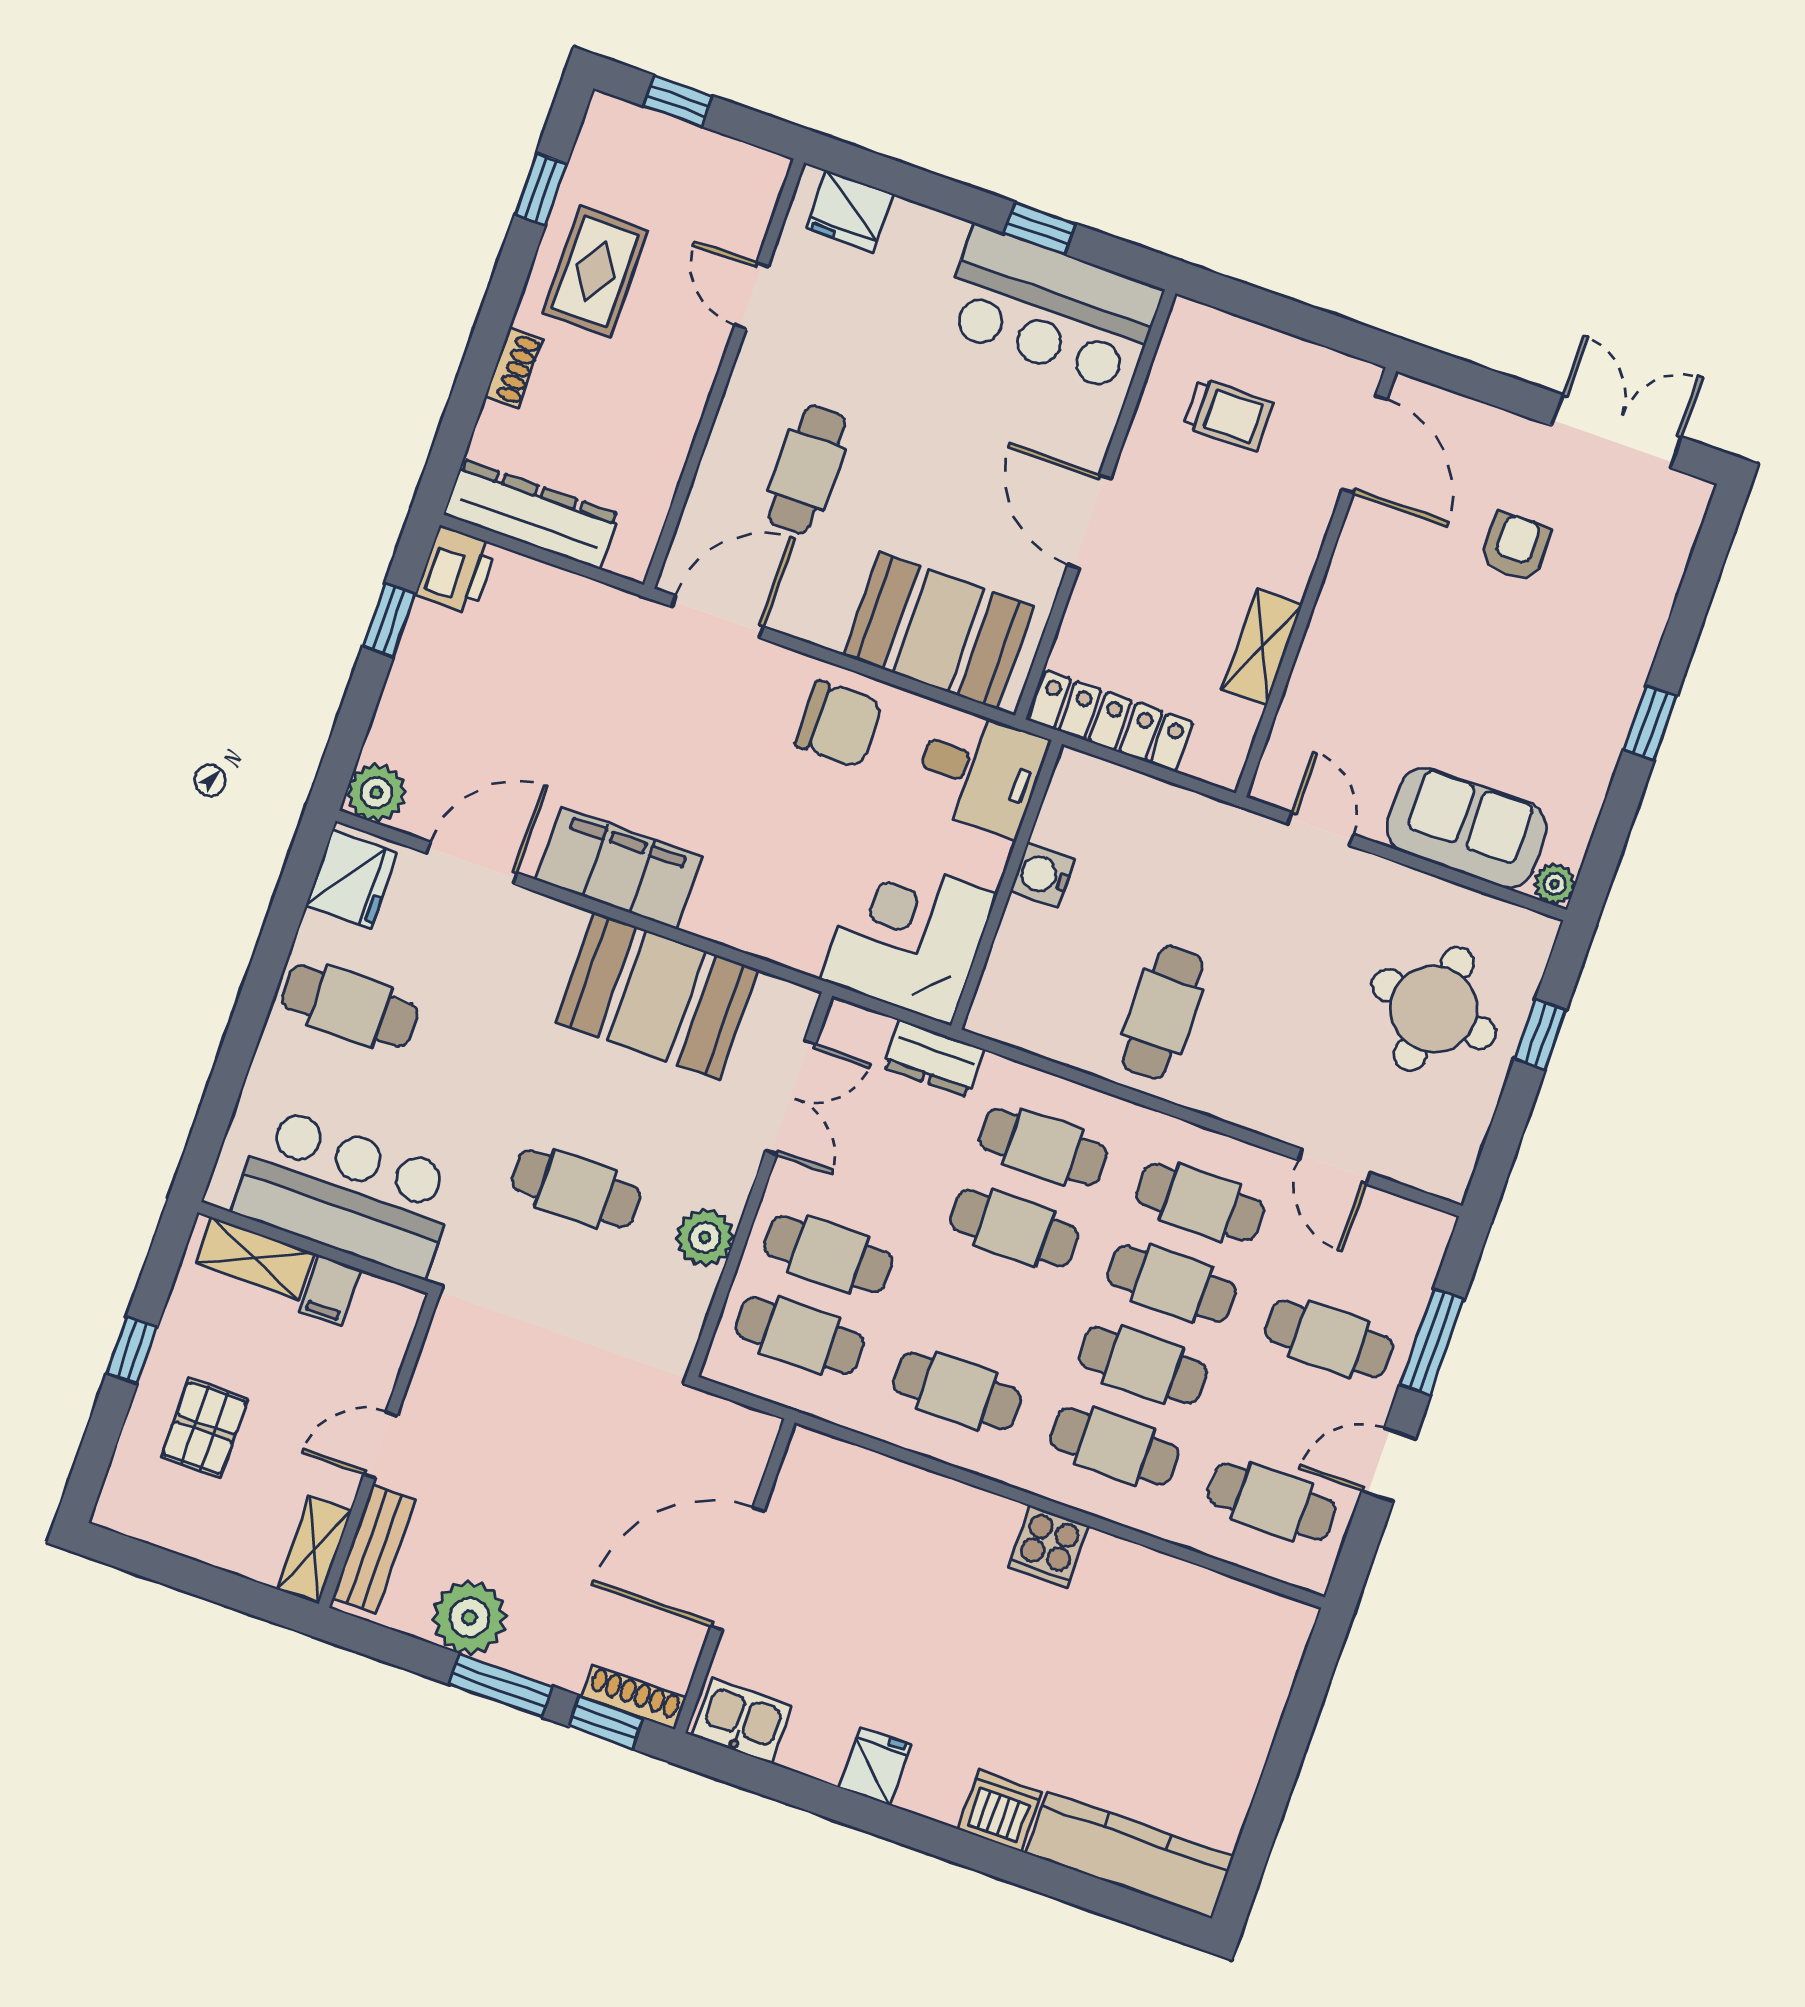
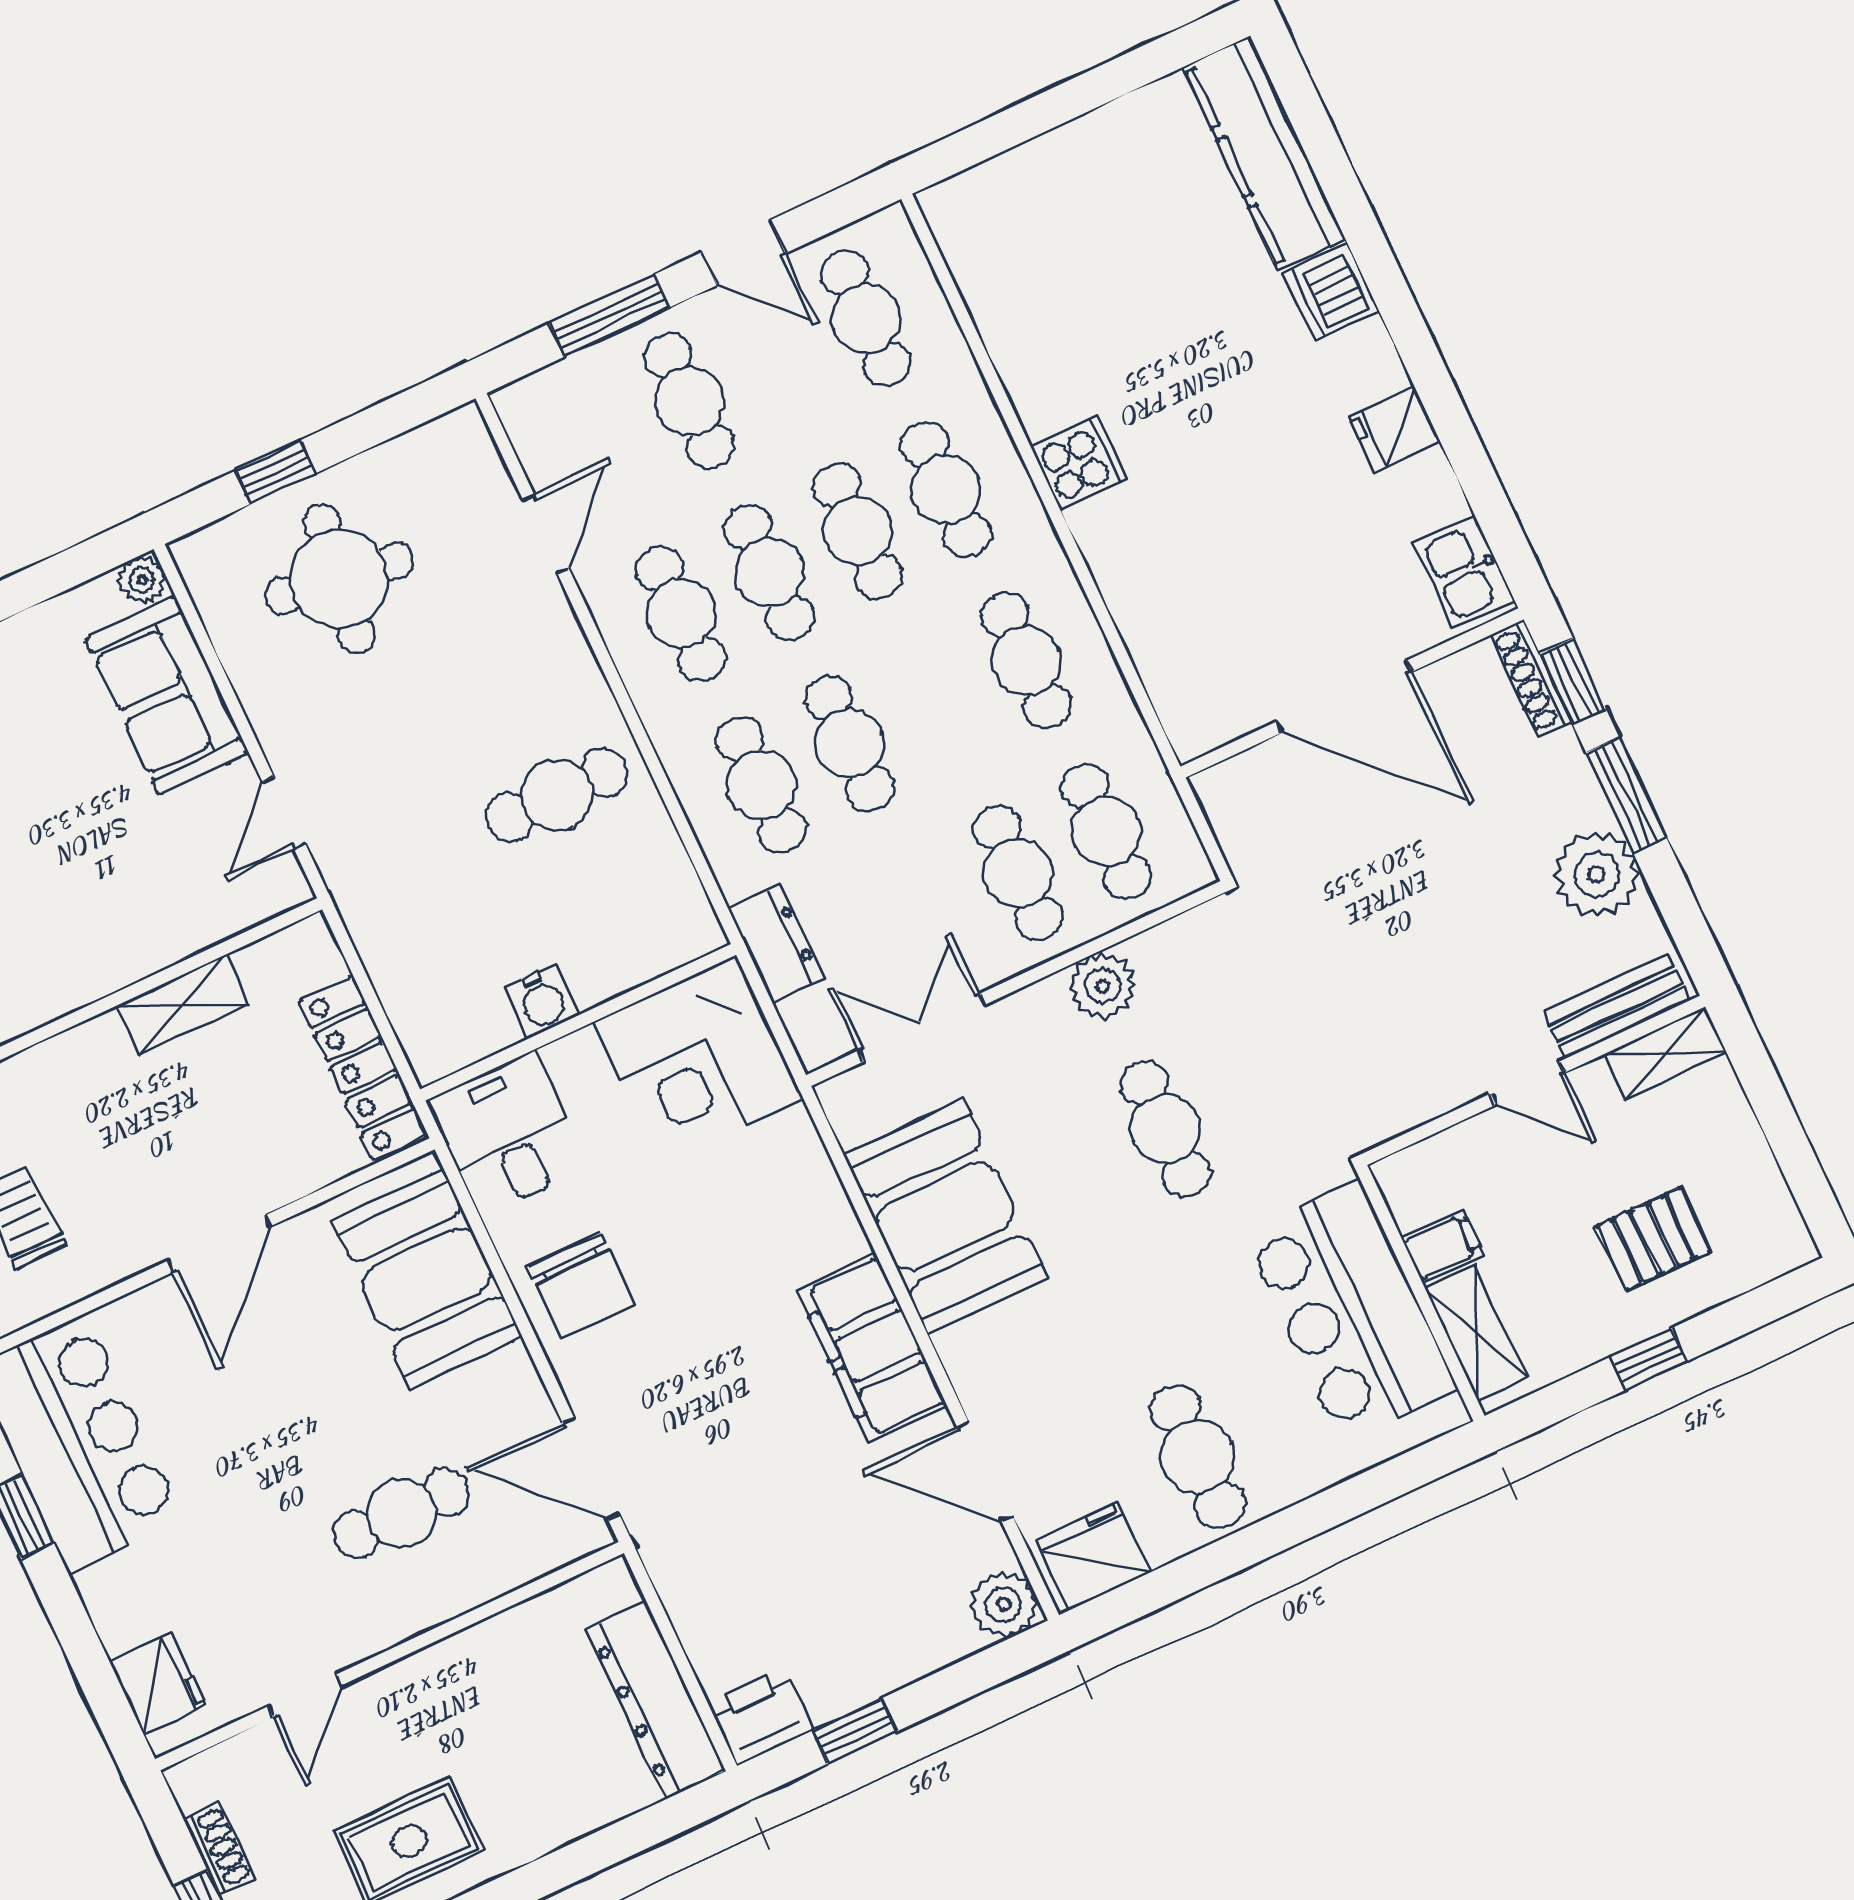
shoe rack: (514, 368) -> (219, 1849), moved, turned 90
chair: (839, 724) -> (581, 1285), turned 180

